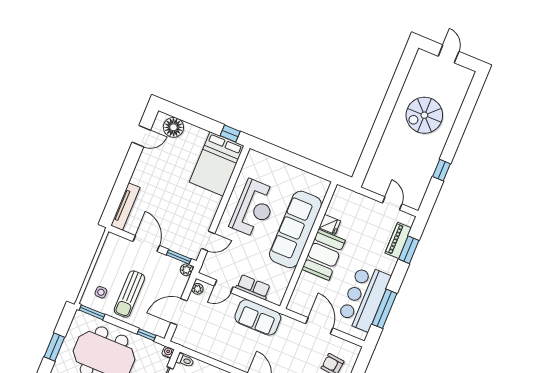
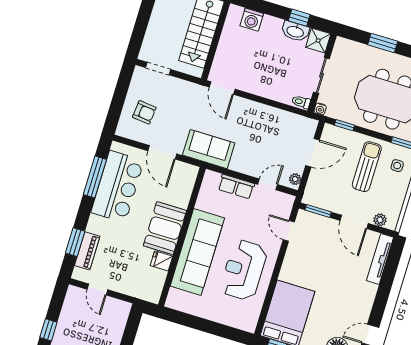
door: (208, 241) -> (289, 231), hinge flipped
plant: (186, 270) -> (380, 220), moved
sofa: (258, 317) -> (209, 149), moved

